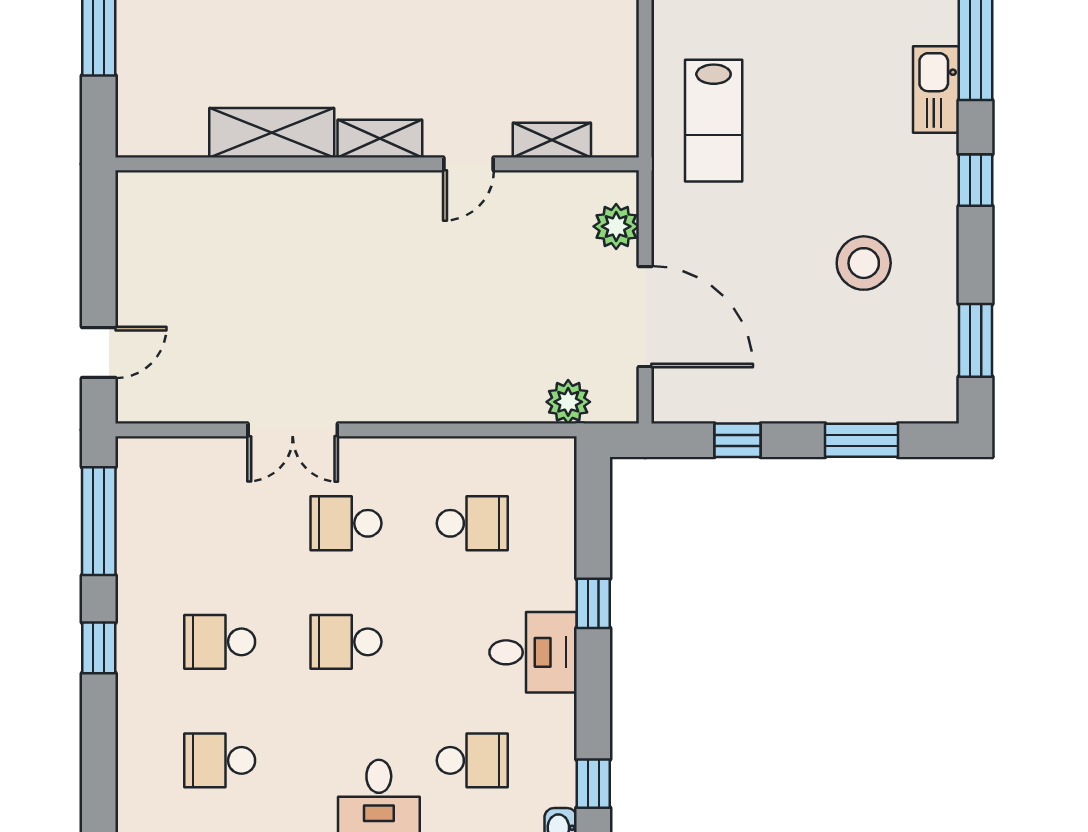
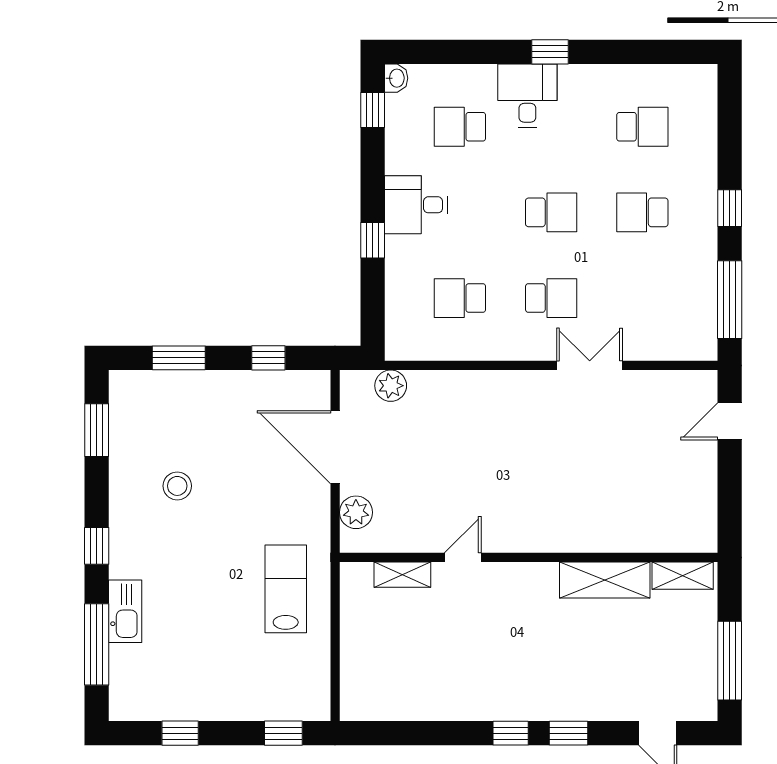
shelving: (380, 139) -> (683, 576), moved
stool: (864, 263) -> (177, 486), width x0.73, depth x0.73
school desk: (220, 642) -> (642, 212), turned 180

